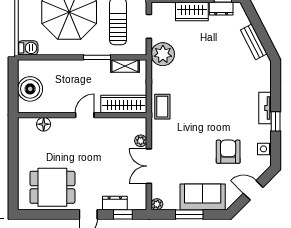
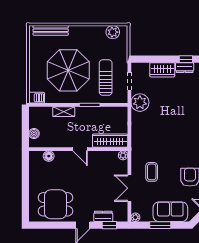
shelving: (125, 66) -> (64, 112), moved
boiler: (30, 89) -> (34, 133), width x0.54, depth x0.54
coffee table: (162, 107) -> (152, 172), moved
door: (85, 115) -> (80, 149), swing flipped
plant: (141, 141) -> (123, 155), moved

